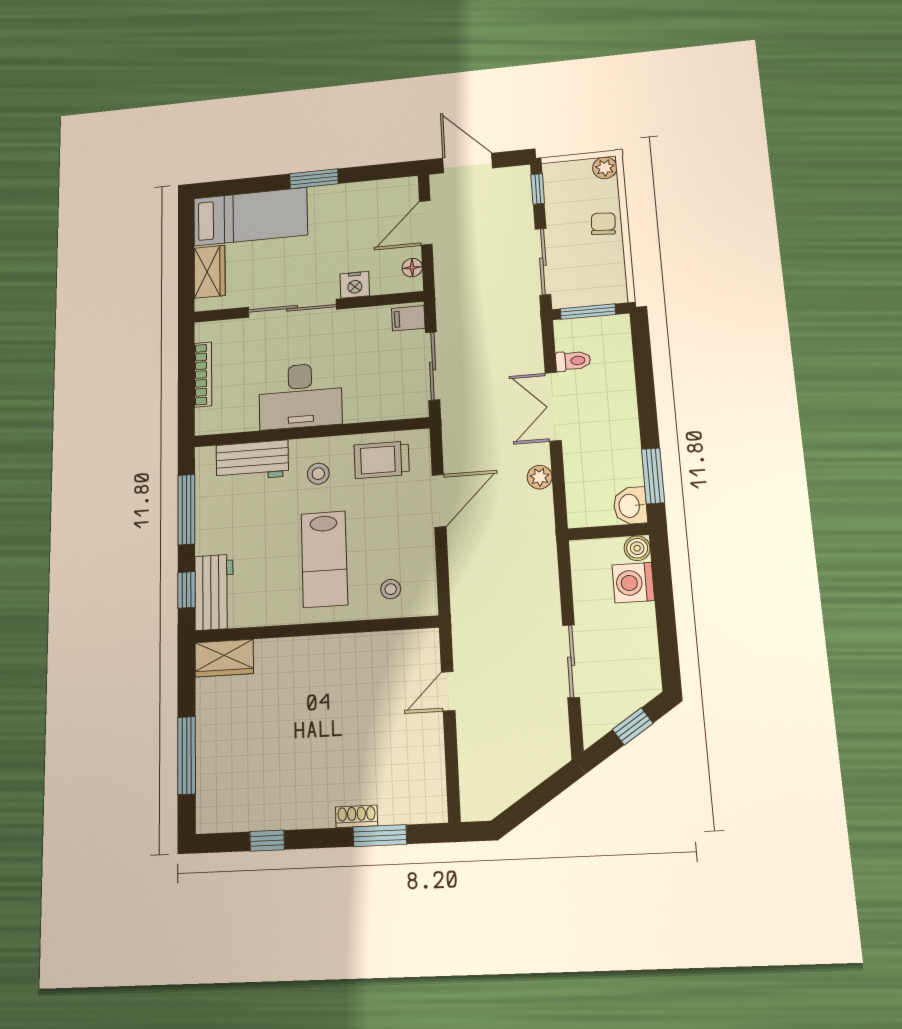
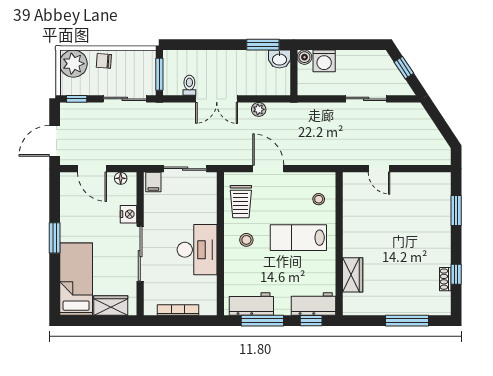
plant: (605, 168) -> (73, 64), width x1.87, depth x1.87
workbench: (252, 461) -> (251, 304), moved, turned -90
lab bench: (324, 559) -> (298, 238), turned 180
wardrobe: (224, 658) -> (353, 275), moved
shoe rack: (357, 816) -> (445, 279), moved

